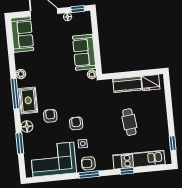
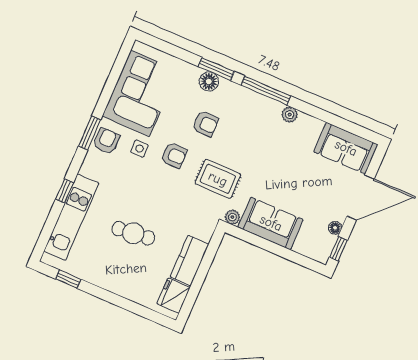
rug: (28, 100) -> (218, 179), moved
window: (20, 143) -> (216, 69), moved

